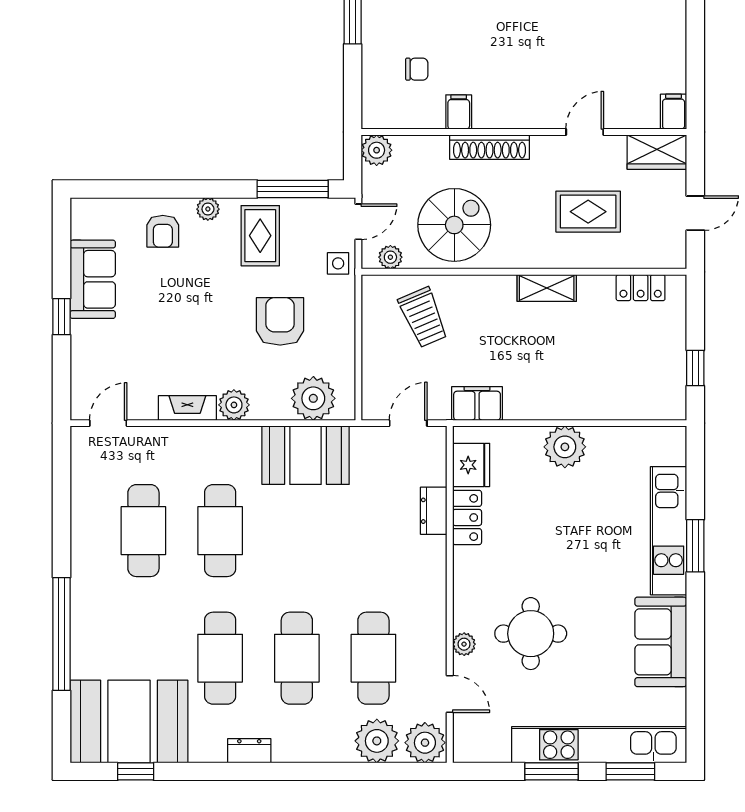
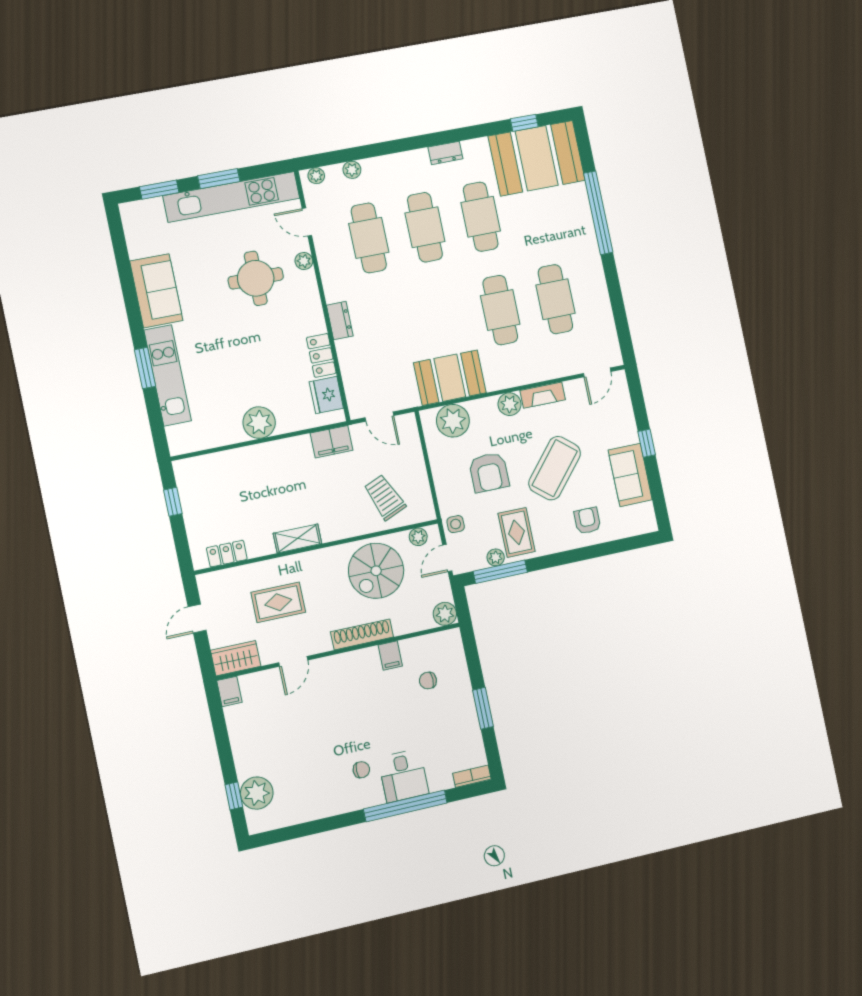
plant: (208, 209) -> (496, 557), moved
coffee table: (192, 309) -> (555, 468), added
door: (408, 423) -> (379, 417), hinge flipped
dresser: (434, 511) -> (340, 321), moved
plant: (377, 741) -> (352, 170), width x0.53, depth x0.53
plant: (425, 743) -> (316, 176), width x0.53, depth x0.53
kitchen unit: (599, 745) -> (231, 197), moved

